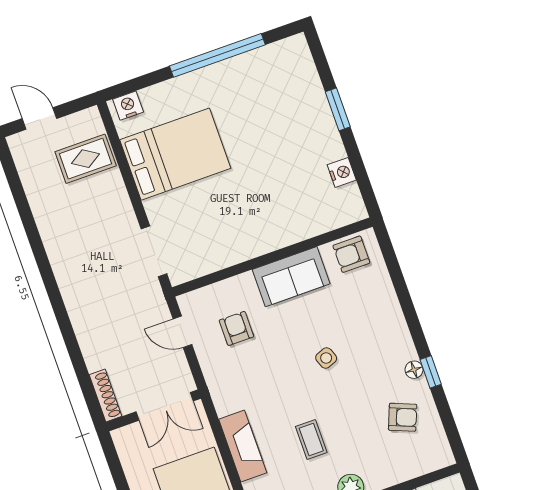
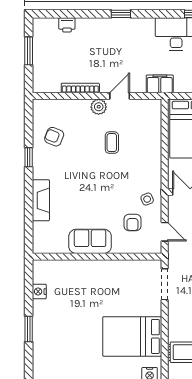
armchair: (351, 254) -> (50, 242), removed
side table: (326, 358) -> (147, 199), moved
floor lamp: (414, 370) -> (38, 162), removed
fireplace: (243, 446) -> (41, 200), moved, turned 180

